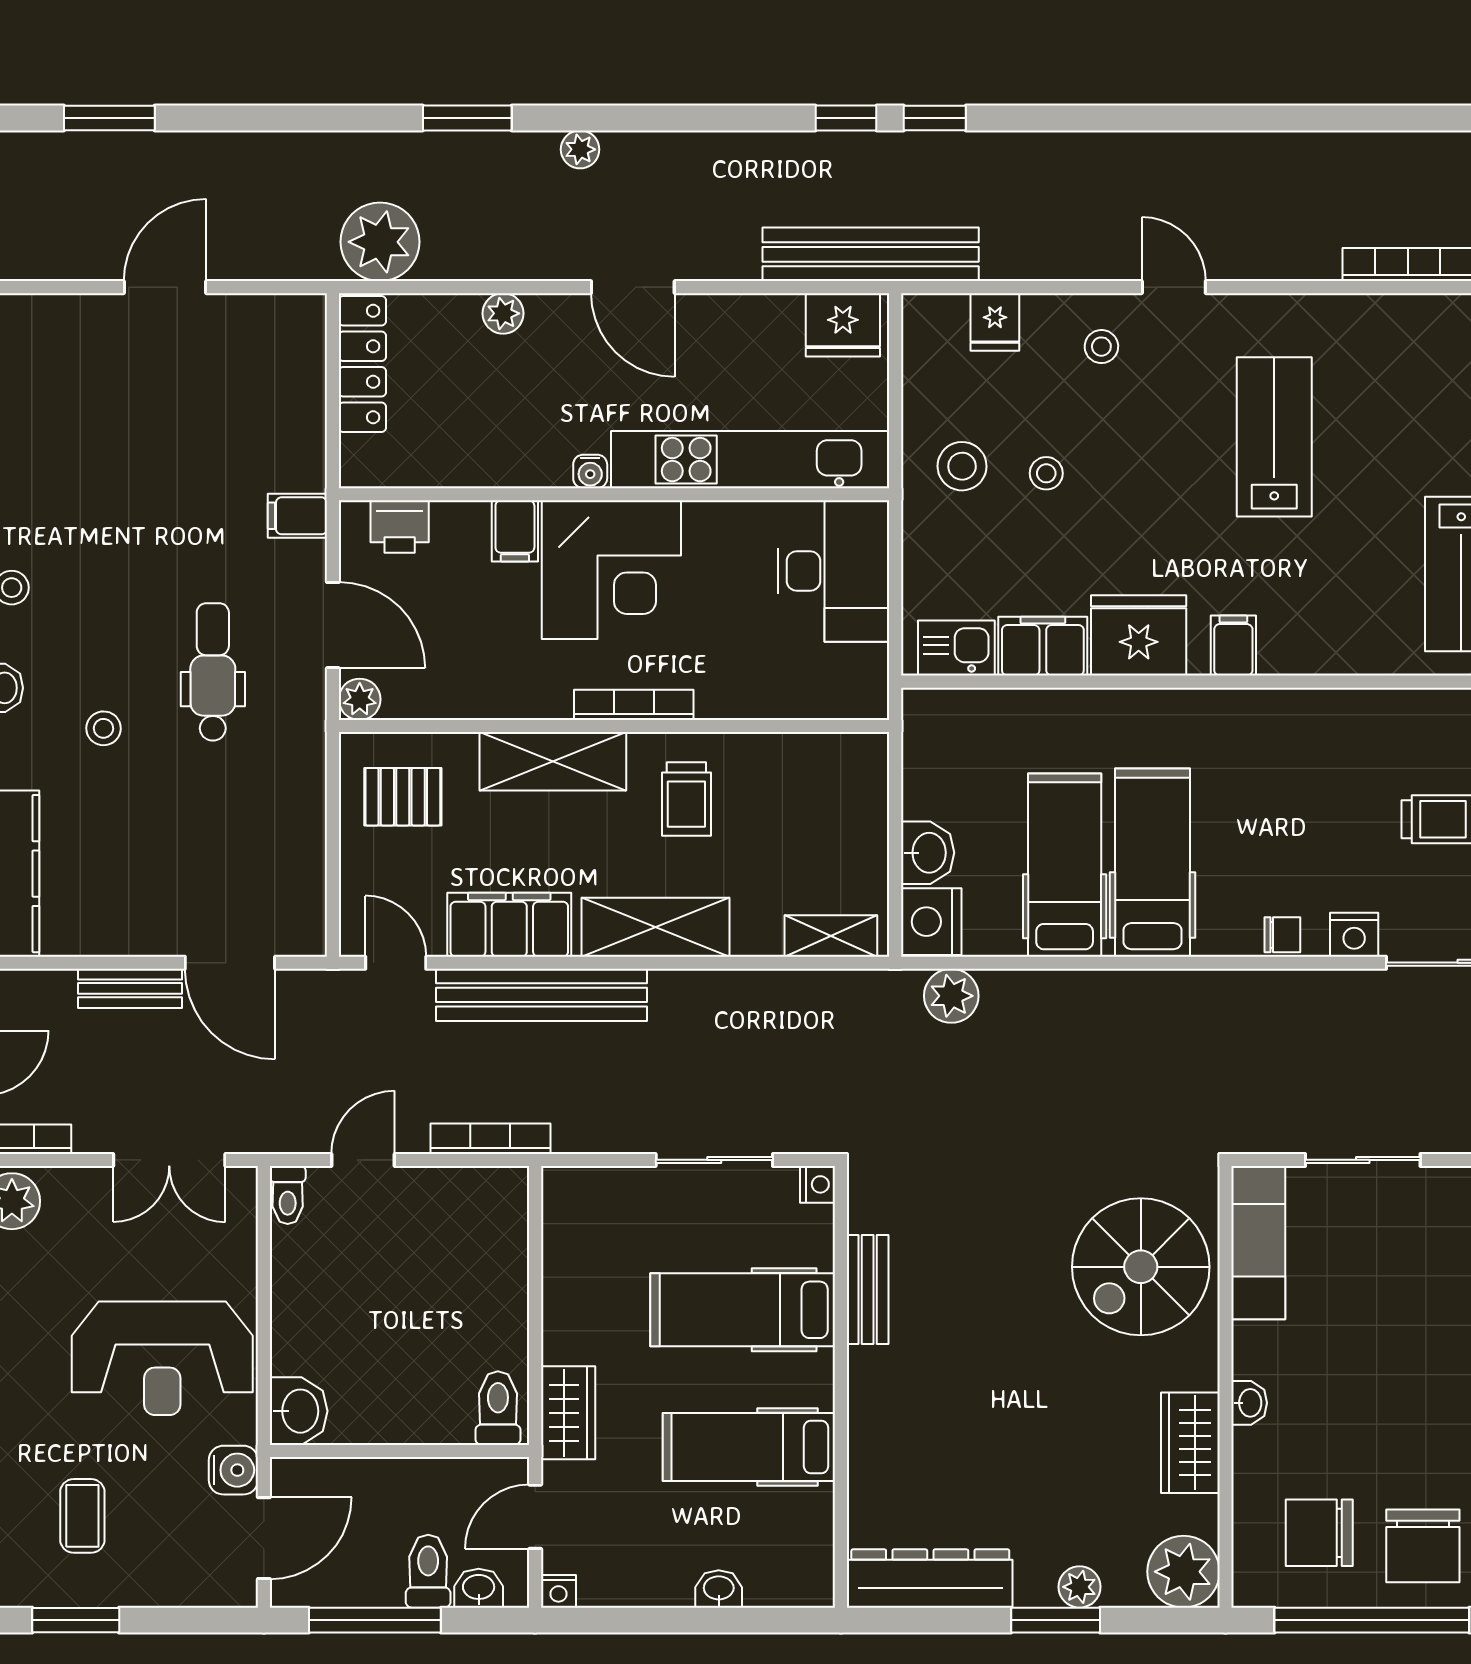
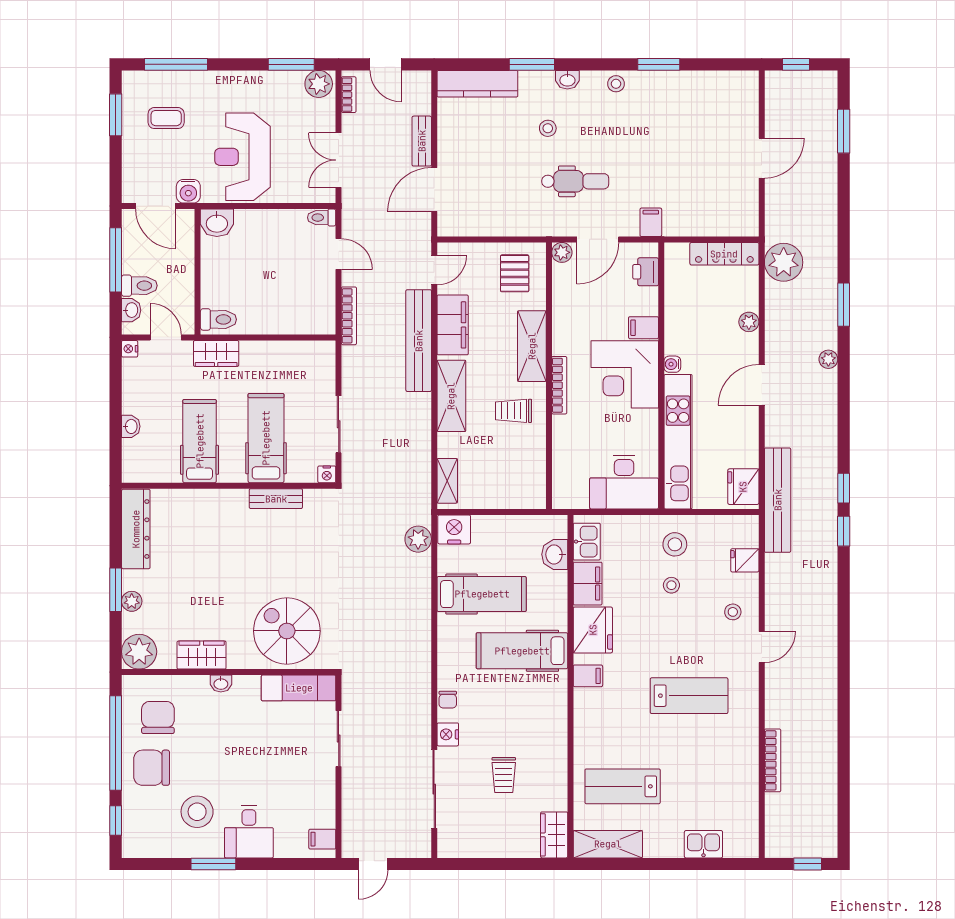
door: (165, 287) -> (762, 158), hinge flipped
washbasin: (928, 853) -> (555, 554), moved, turned 90
hospital bed: (1152, 863) -> (522, 651), moved, turned 180

